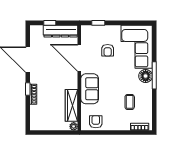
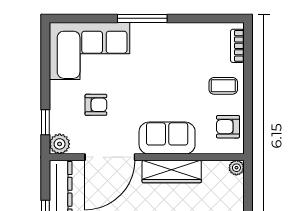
plant: (86, 31) -> (60, 144), added
floor lamp: (146, 76) -> (143, 35), removed
coffee table: (130, 102) -> (223, 86), moved
wardrobe: (72, 105) -> (172, 172), moved

